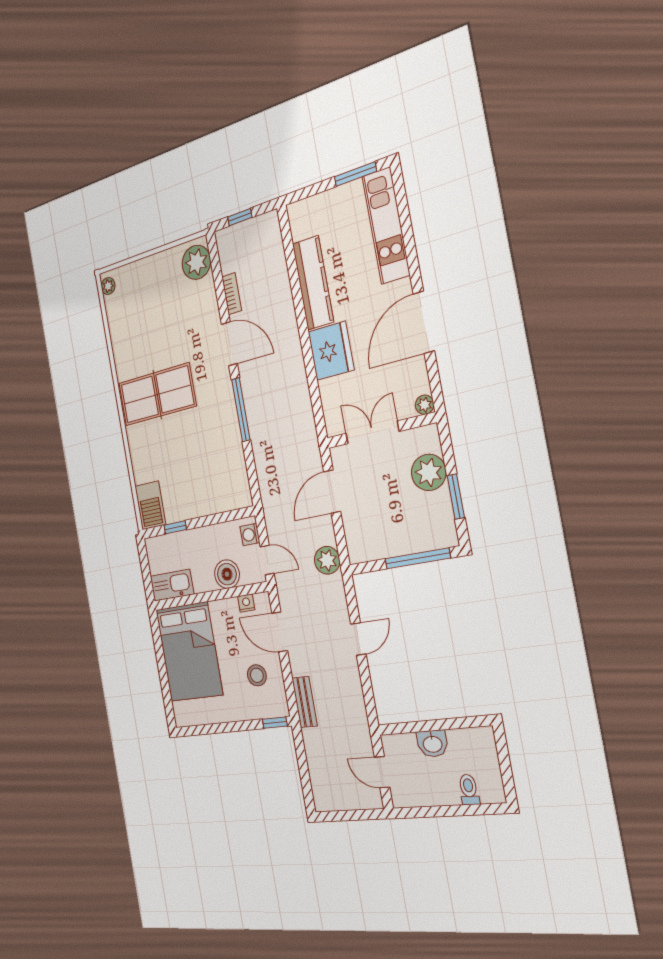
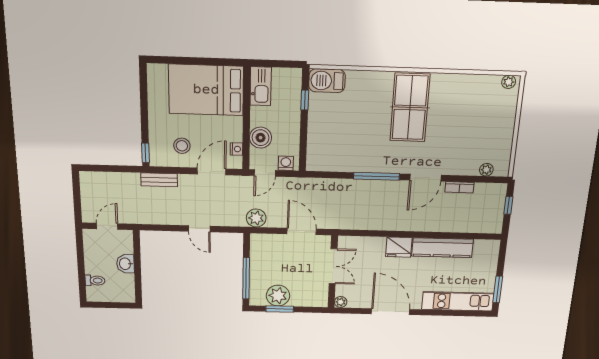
plant: (196, 262) -> (486, 170), width x0.53, depth x0.53
fridge: (331, 351) -> (399, 247), width x0.73, depth x0.75
plant: (429, 472) -> (278, 296), moved

